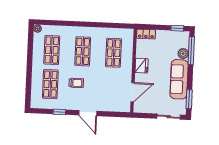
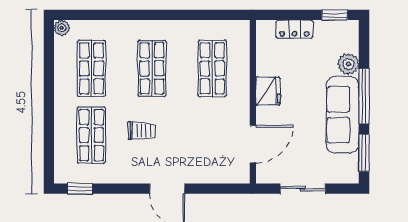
locker: (146, 34) -> (294, 29), moved
window: (191, 51) -> (364, 96), moved
window: (59, 112) -> (80, 189), moved
sliding door: (169, 117) -> (303, 189), moved

